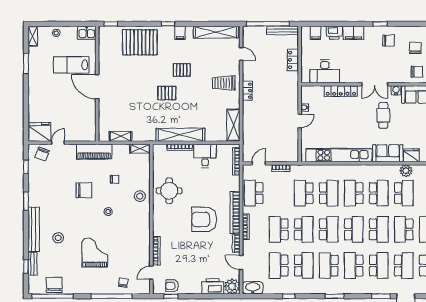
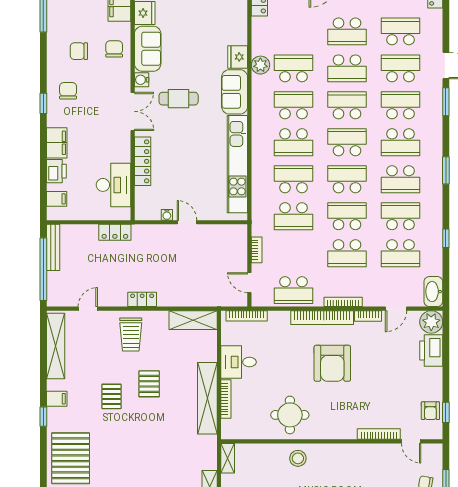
locker: (293, 60) -> (115, 232), moved
pallet: (167, 93) -> (149, 384), moved

